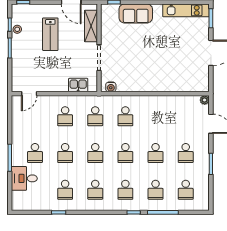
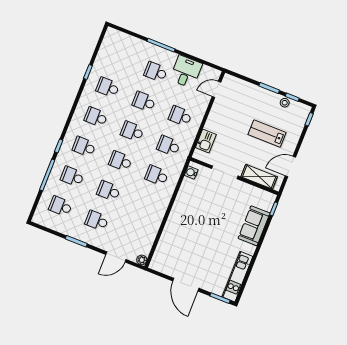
door: (29, 94) -> (217, 89), hinge flipped
desk: (24, 178) -> (186, 72), moved

